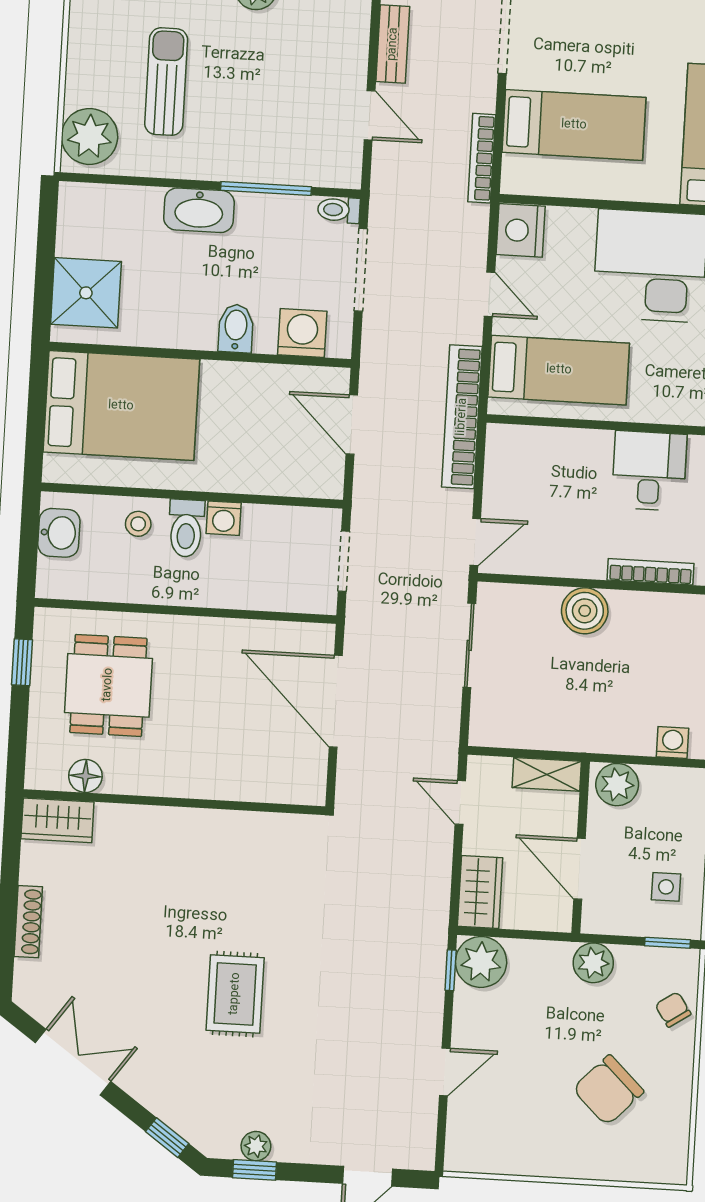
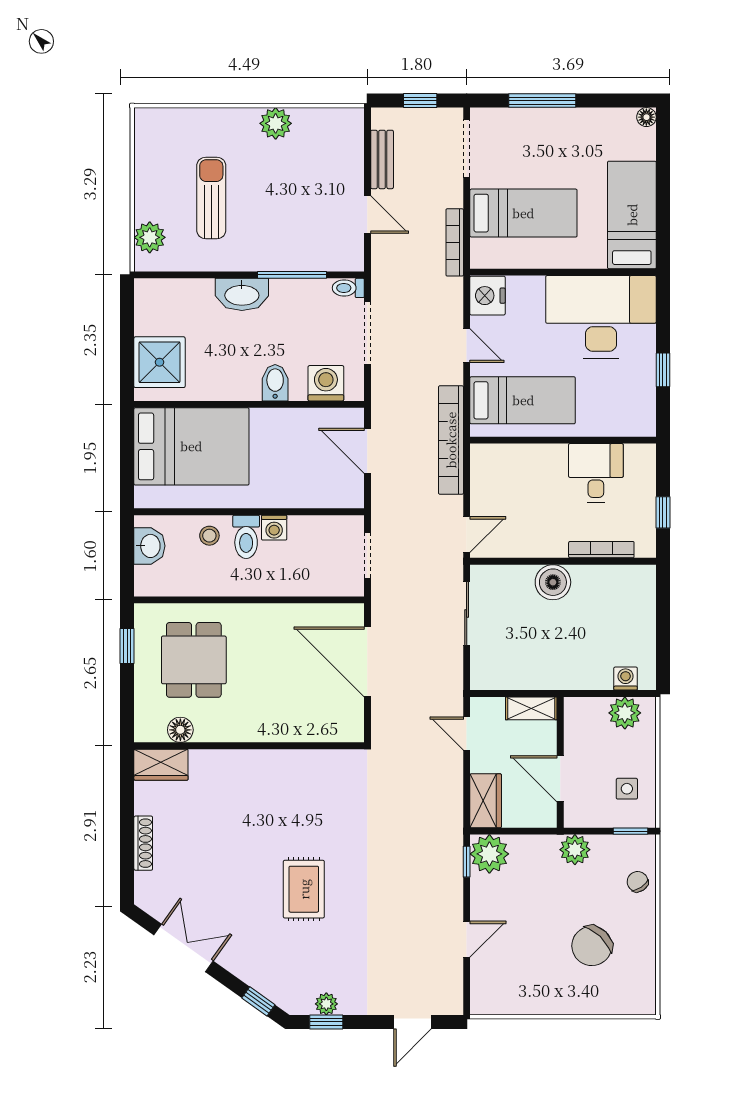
plant: (90, 136) -> (150, 237), width x0.73, depth x0.73
plant: (617, 785) -> (625, 713), moved

